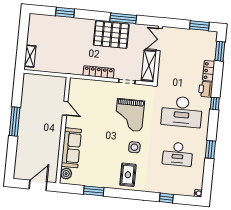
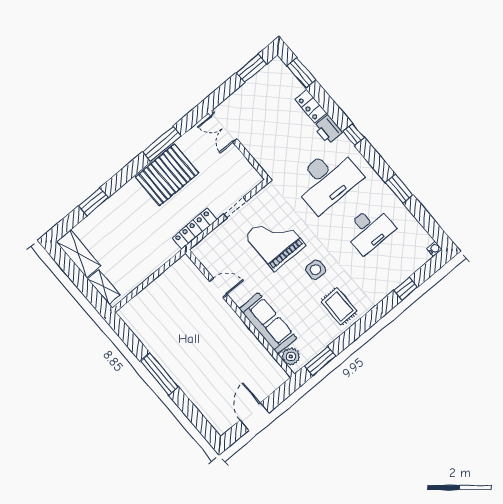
shelving: (149, 66) -> (78, 254), moved
door: (65, 108) -> (218, 288), moved
grand piano: (130, 115) -> (275, 241), turned 180
wall: (63, 130) -> (240, 314), moved
sofa: (71, 148) -> (268, 323), moved
plant: (66, 174) -> (291, 356), moved

